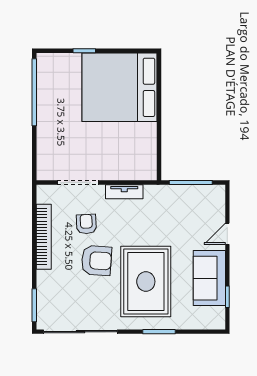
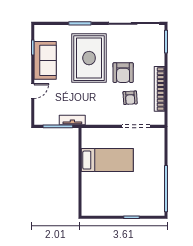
bed: (119, 87) -> (107, 160), moved, width x0.49
tv unit: (124, 192) -> (72, 120), moved
armchair: (96, 260) -> (123, 73), turned -94

